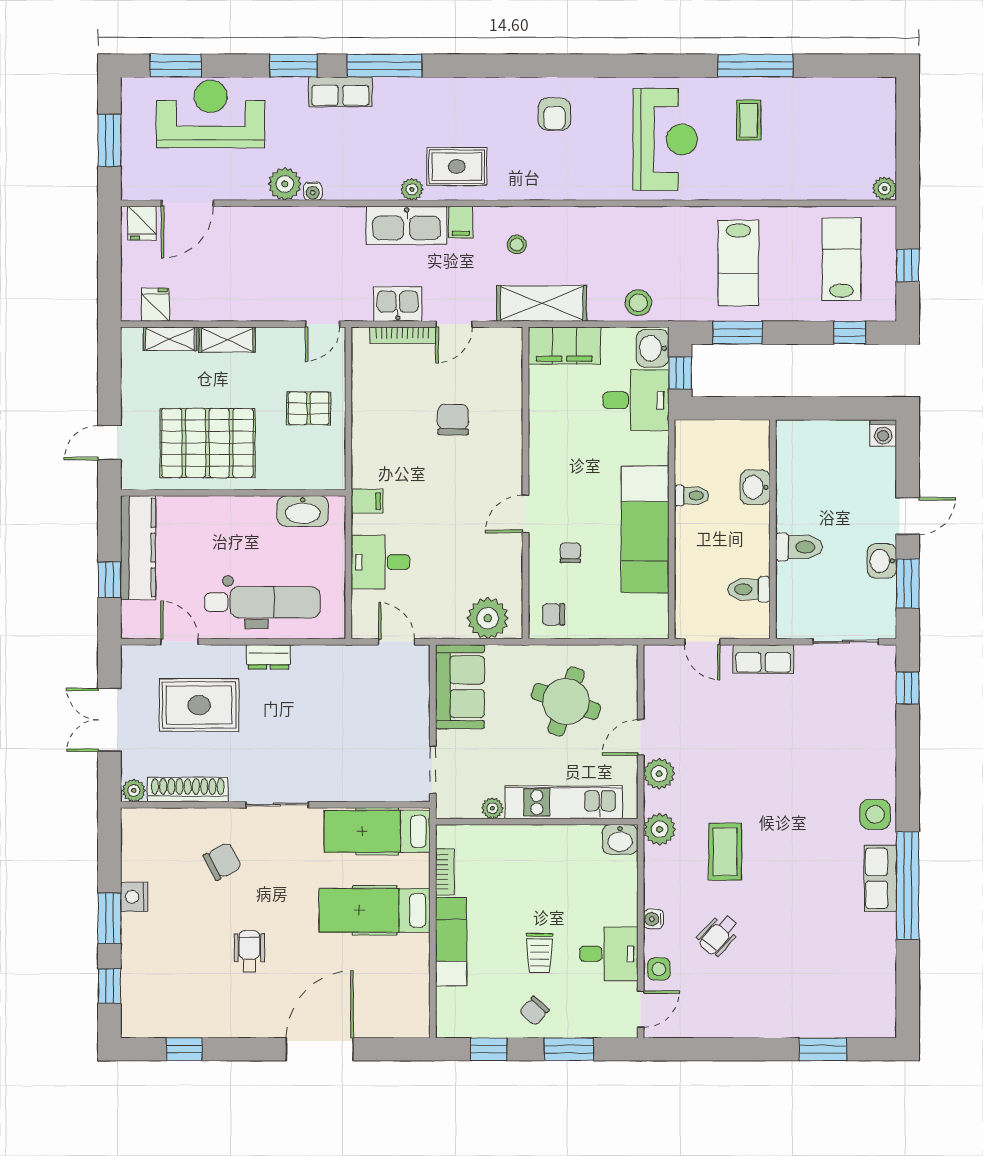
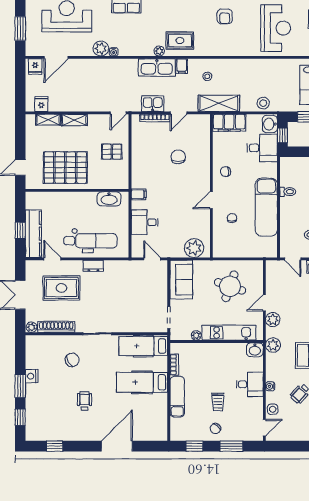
kitchen counter: (138, 548) -> (33, 234), moved
chair: (553, 614) -> (226, 172), moved
desk: (609, 954) -> (250, 384), moved

